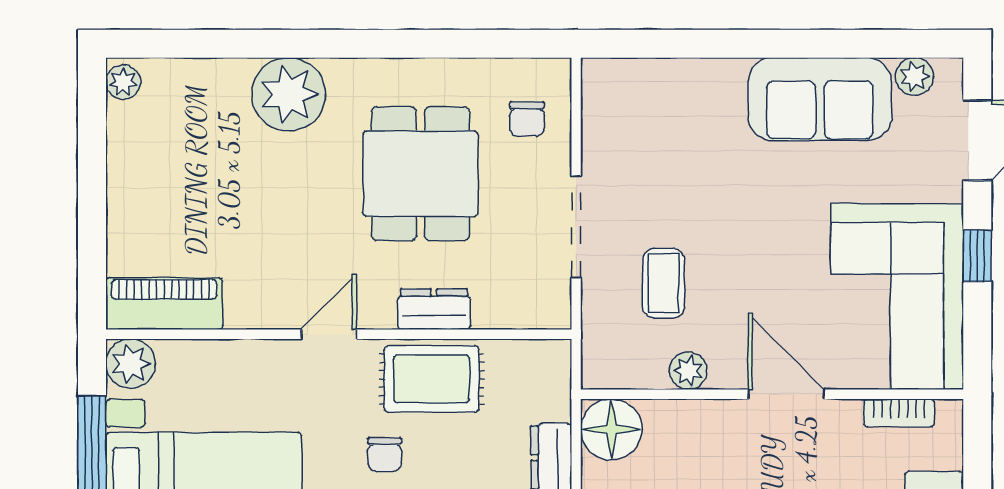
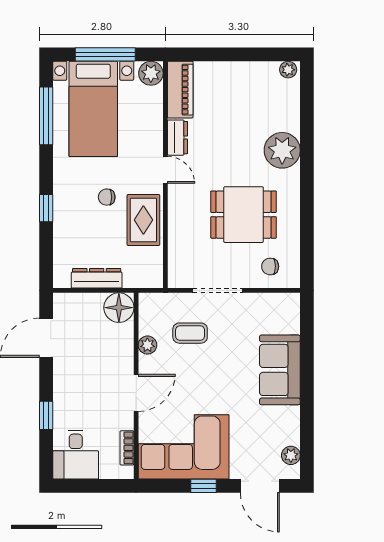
sofa: (820, 99) -> (280, 370), moved
dresser: (434, 309) -> (177, 138), moved

